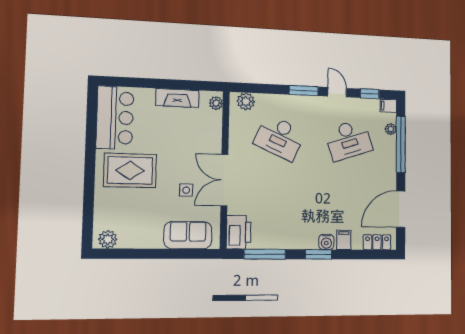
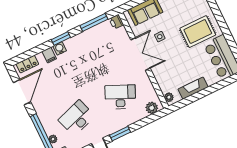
printer: (239, 232) -> (116, 22), width x0.53, depth x0.68

